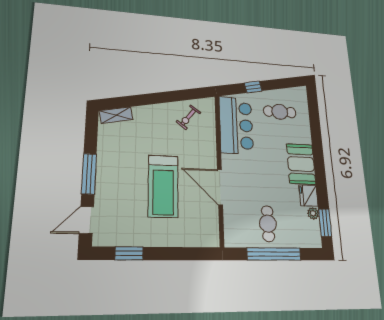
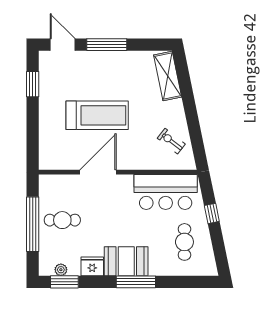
shelving: (116, 115) -> (168, 76), width x1.50, depth x1.33
window: (318, 156) -> (136, 282), added
treadmill: (163, 186) -> (97, 115), turned 180
plant: (313, 213) -> (61, 270), moved

